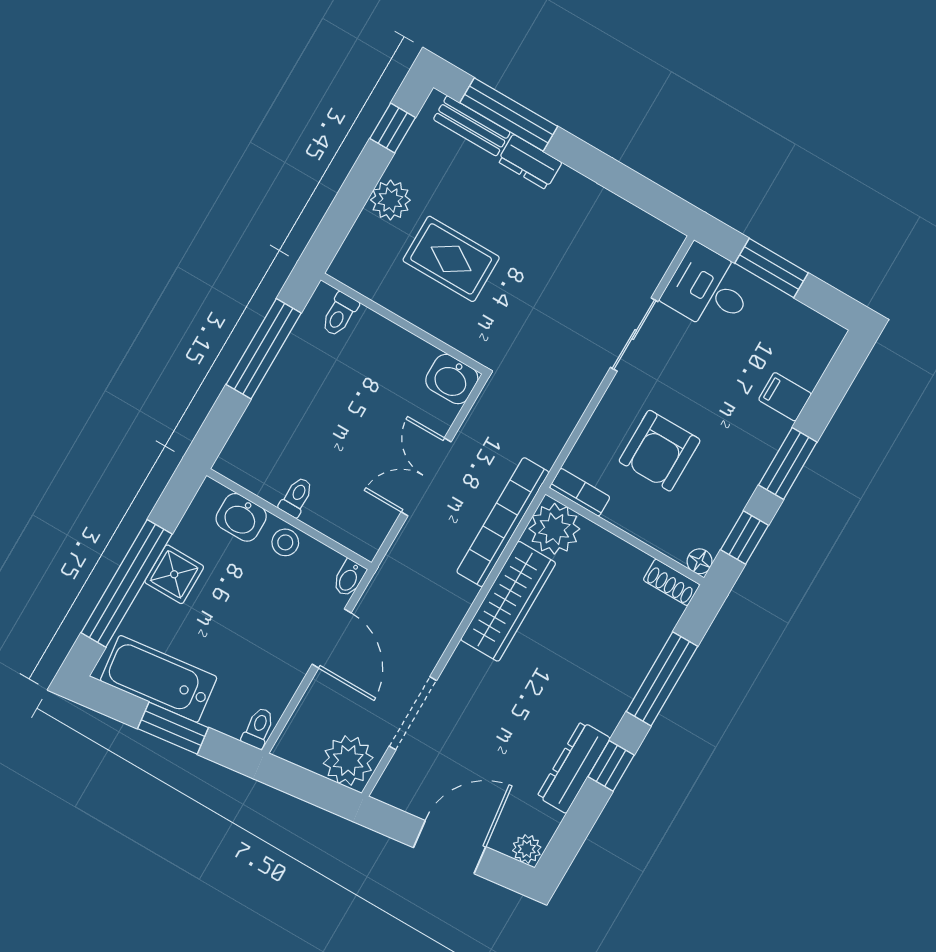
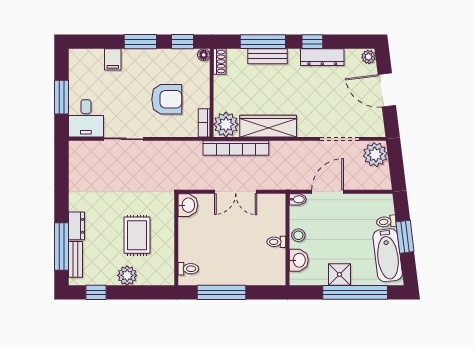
bench: (632, 672) -> (268, 56), added
toilet: (258, 728) -> (386, 222), moved

